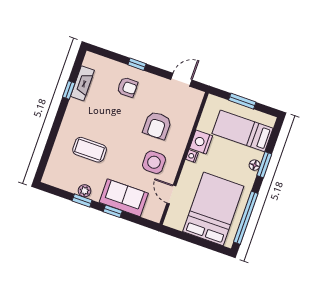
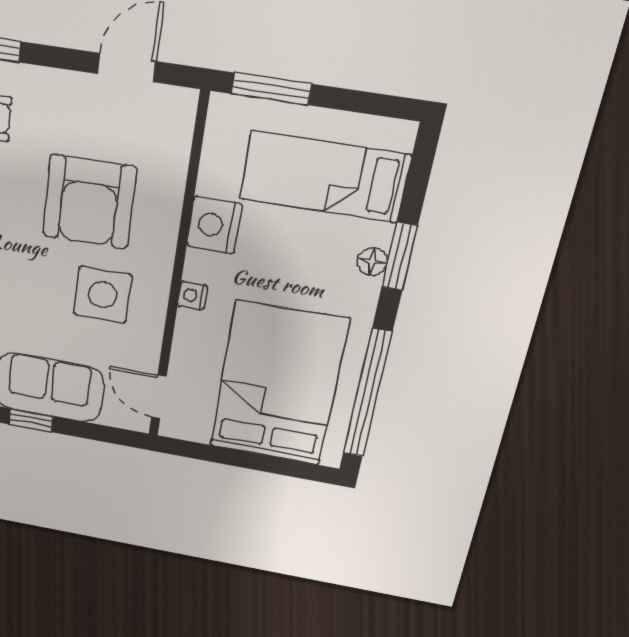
window: (242, 101) -> (271, 89), moved
armchair: (157, 125) -> (89, 202), width x1.36, depth x1.36
nightstand: (192, 156) -> (192, 296), moved
door: (171, 194) -> (159, 397), moved

